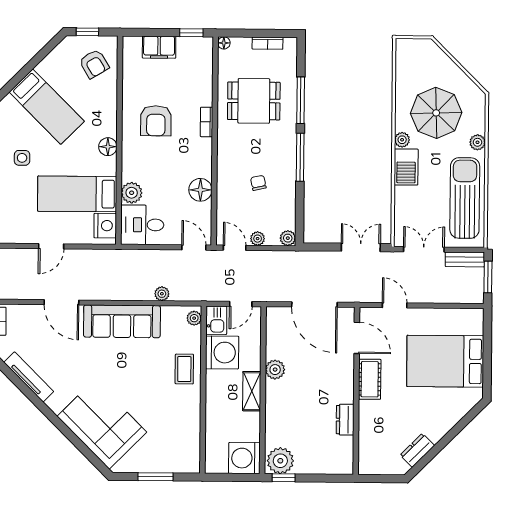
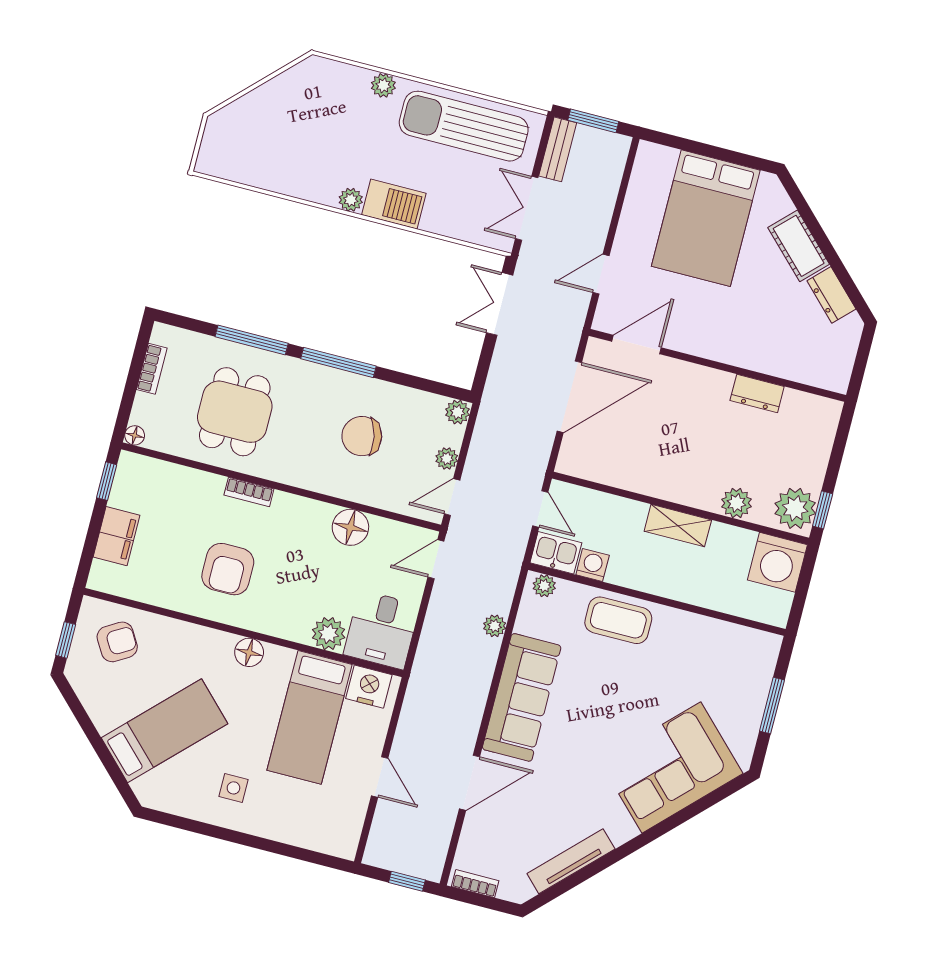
parasol: (436, 113) -> (323, 137), removed
armchair: (156, 121) -> (228, 569), turned 90
chair: (258, 183) -> (362, 436), width x1.87, depth x1.87
washing machine: (222, 352) -> (593, 565), width x0.53, depth x0.53
coffee table: (184, 369) -> (618, 620), width x1.36, depth x1.30
plant: (275, 370) -> (736, 503), moved
cot: (370, 379) -> (799, 246), moved, turned 45

